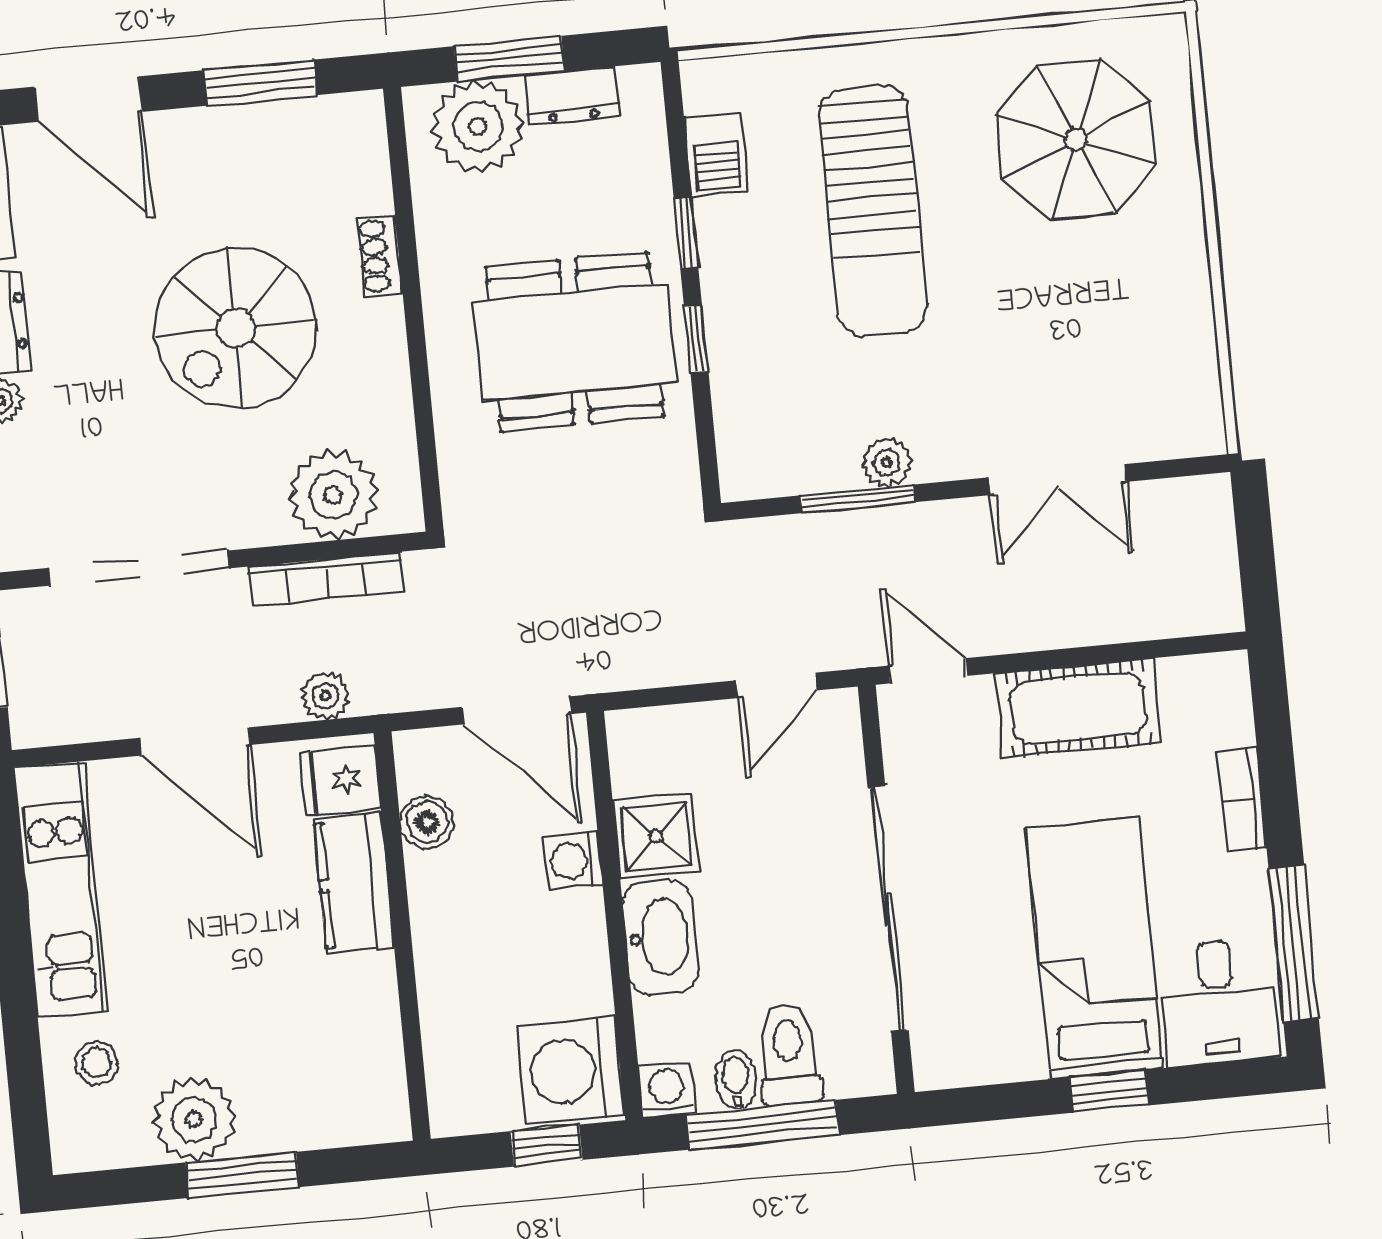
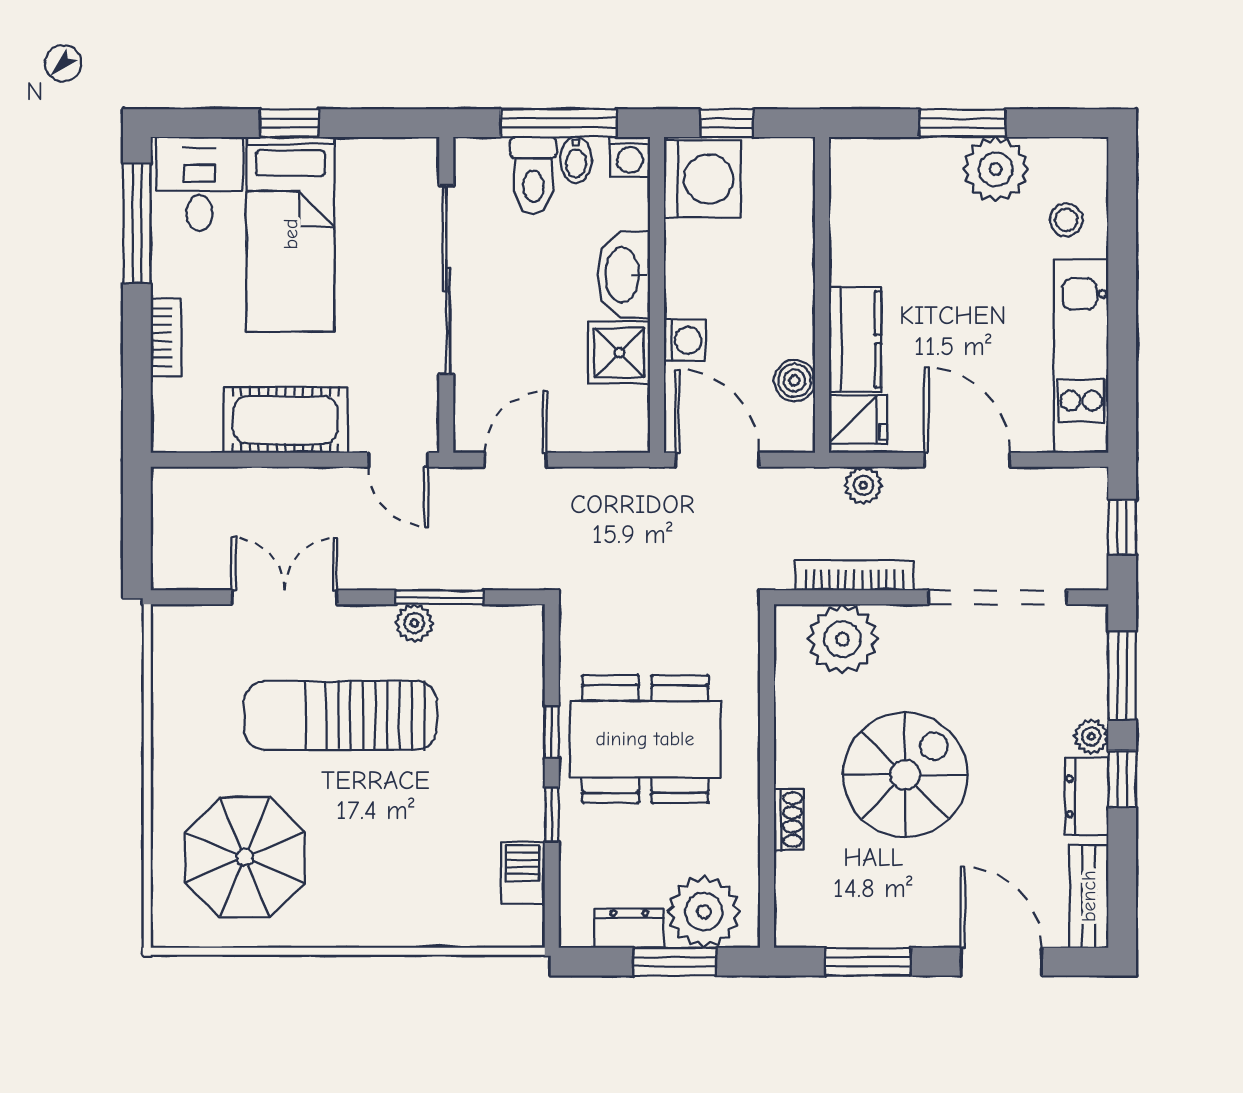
sun lounger: (873, 211) -> (340, 716), moved, turned -90

